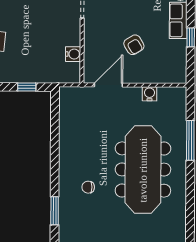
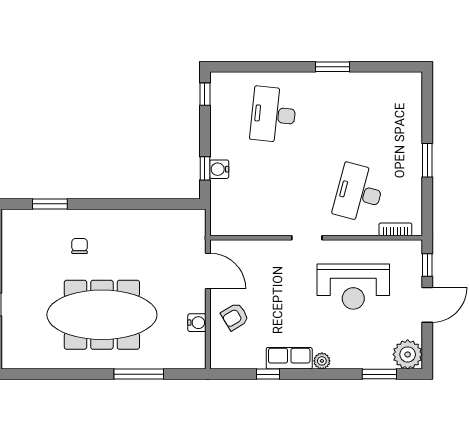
armchair: (134, 45) -> (235, 317), moved
water cooler: (73, 54) -> (219, 169), moved, turned 90

